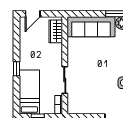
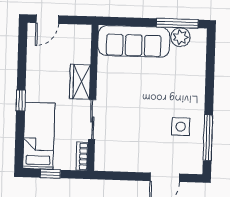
wardrobe: (56, 31) -> (80, 82), moved

